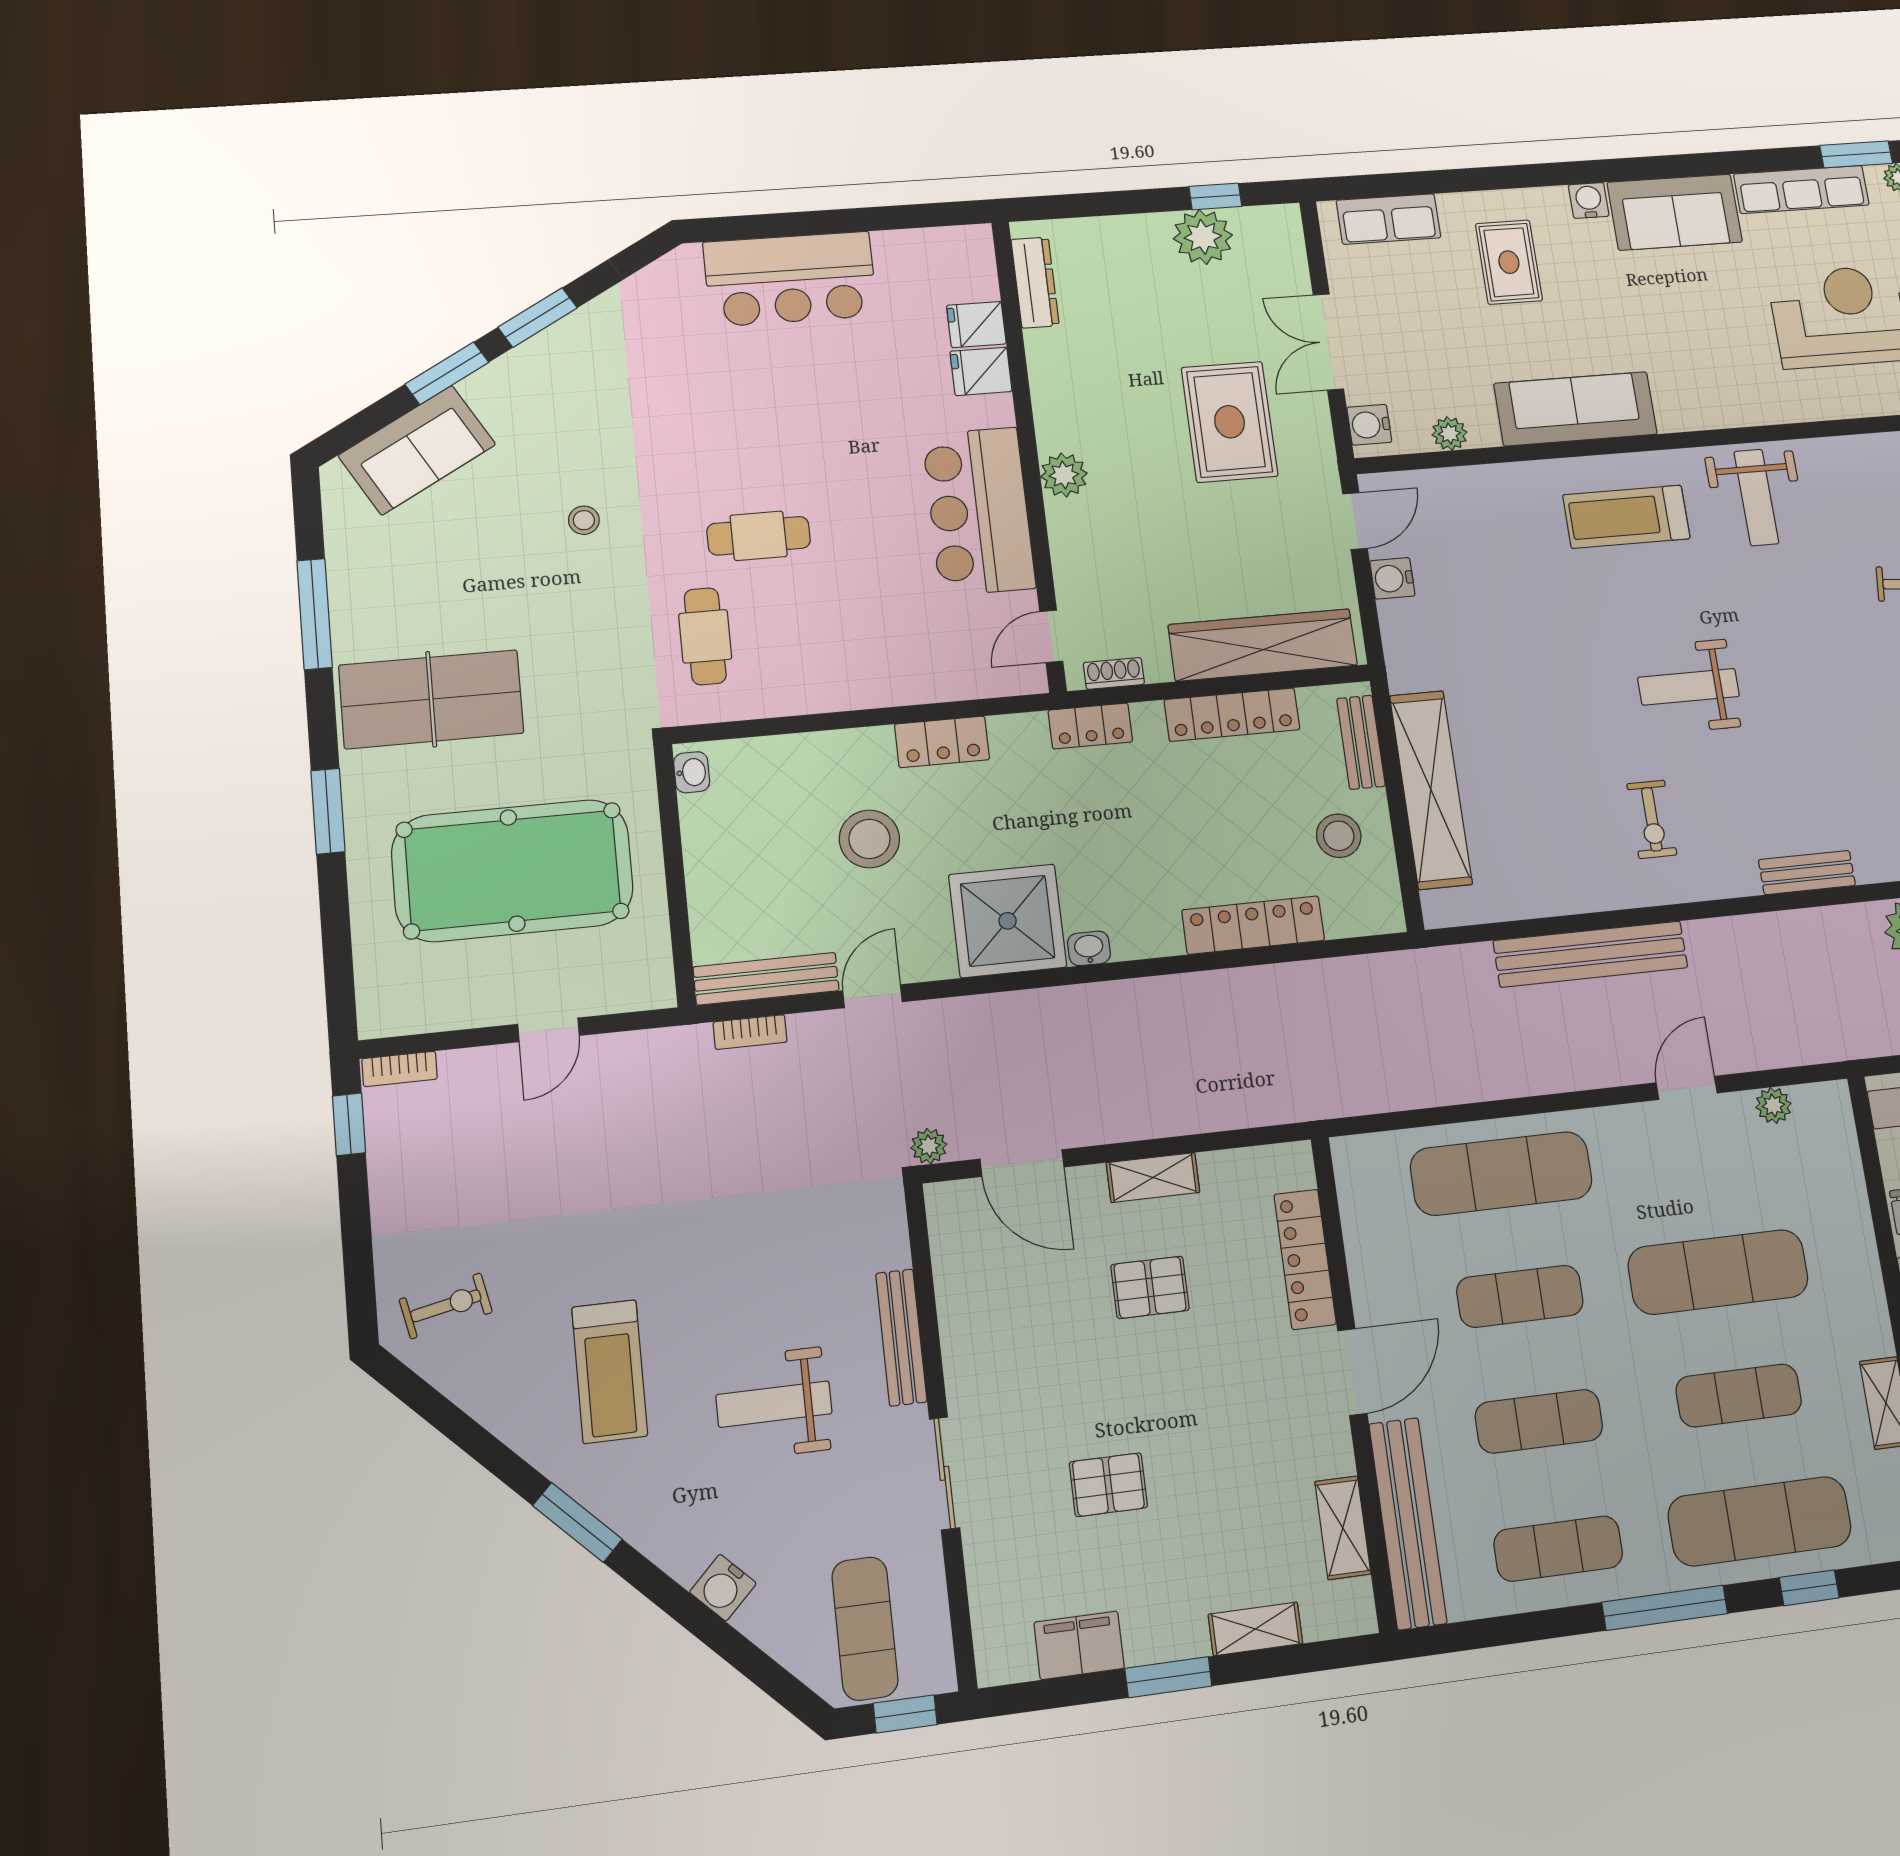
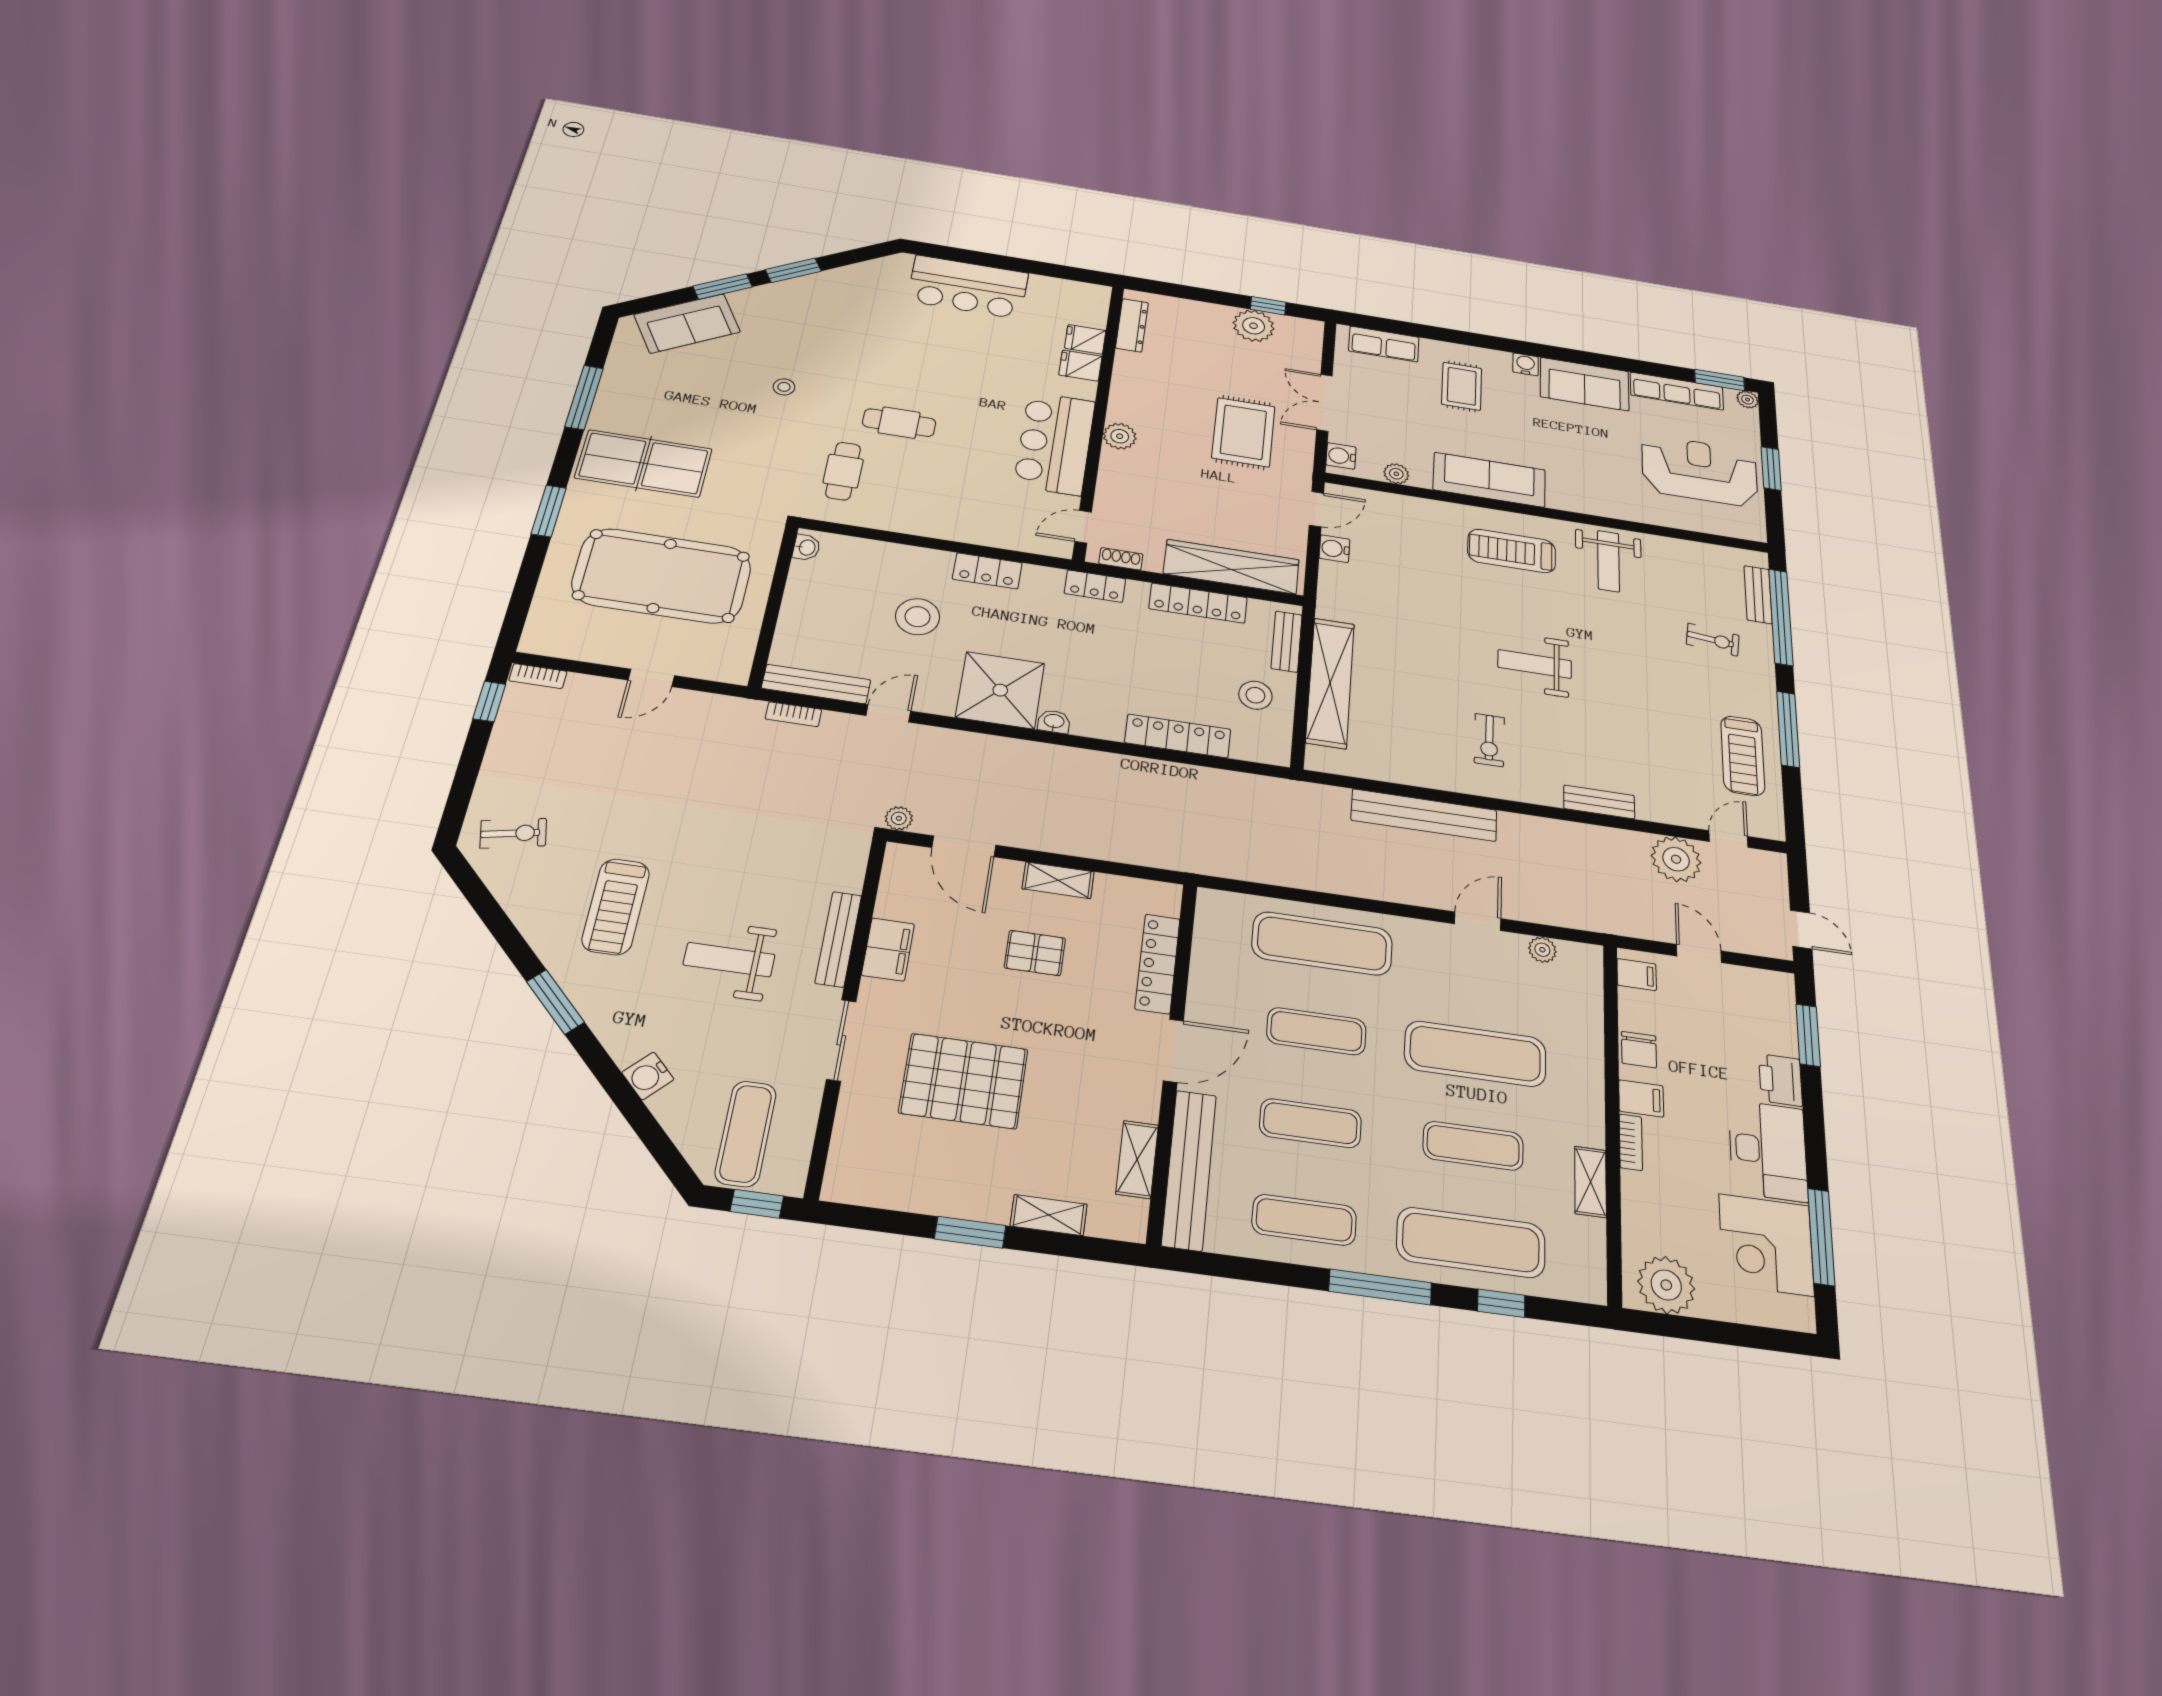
pallet: (1108, 1485) -> (964, 1081), width x2.05, depth x2.00
filing cabinet: (1079, 1645) -> (888, 949), moved, turned 90

